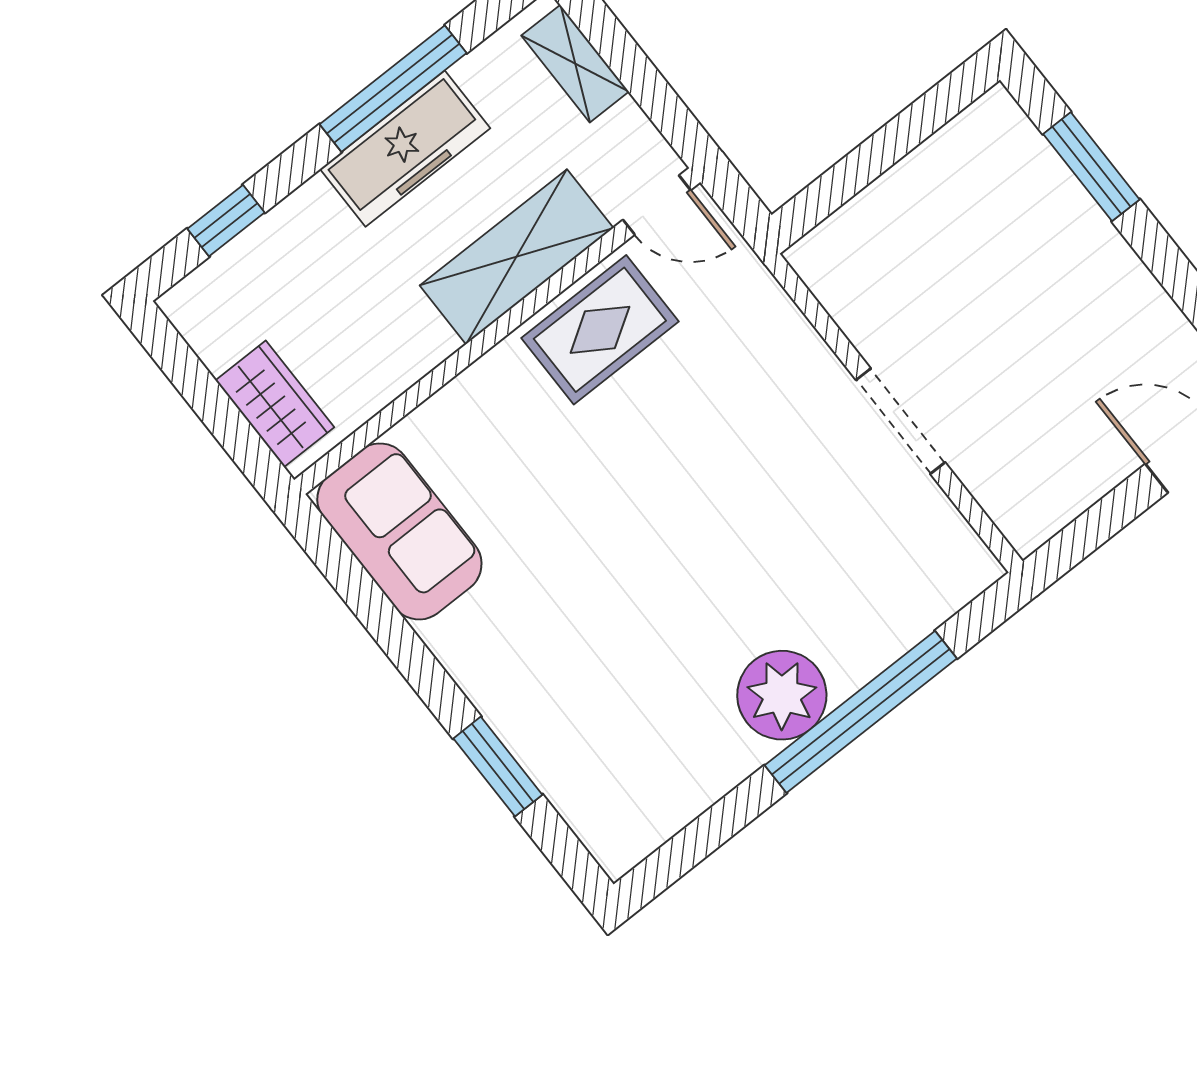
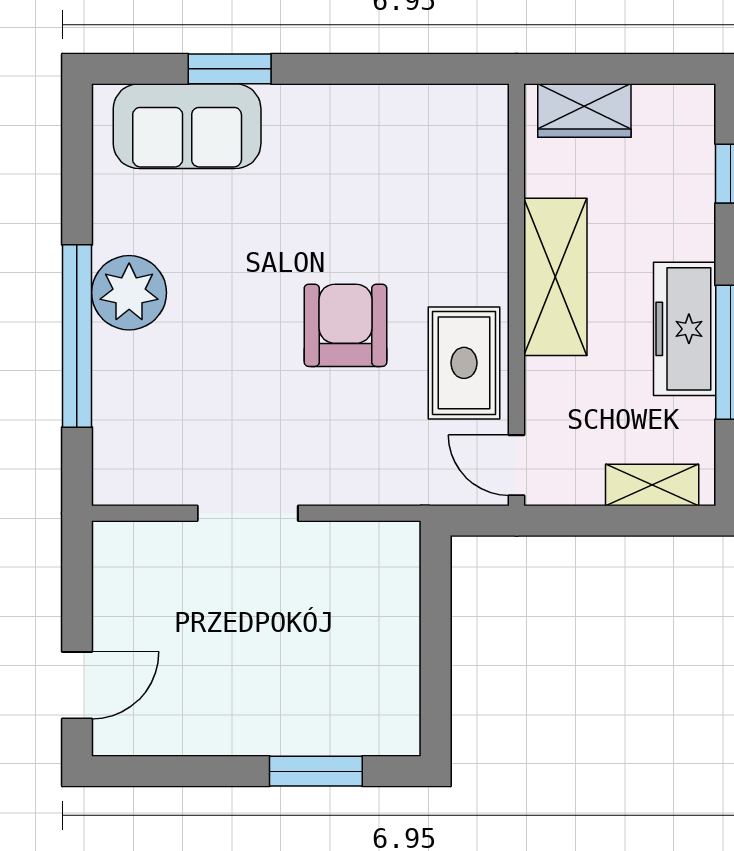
door: (657, 205) -> (517, 465), hinge flipped
shelving: (517, 257) -> (555, 277), moved
armchair: (652, 469) -> (345, 325), added
sofa: (399, 531) -> (187, 126), moved

